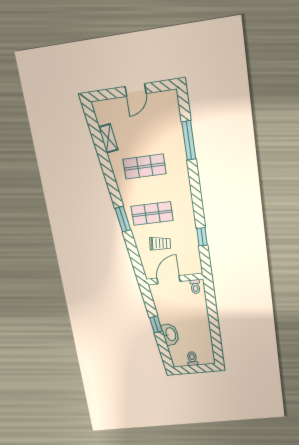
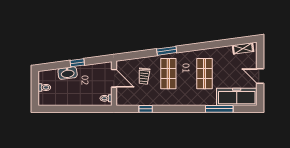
freezer: (169, 119) -> (237, 97), added
shelving: (108, 138) -> (243, 48), moved

